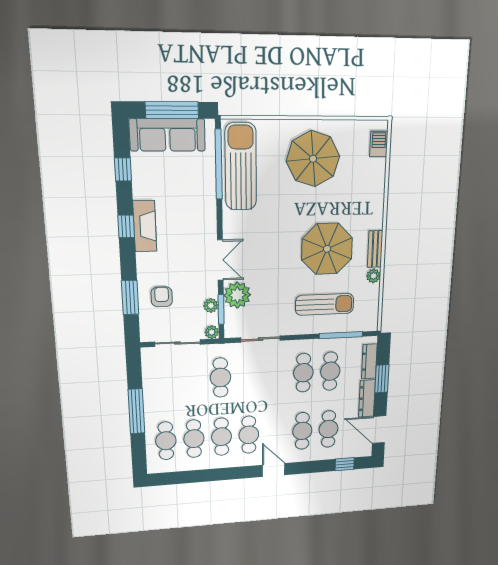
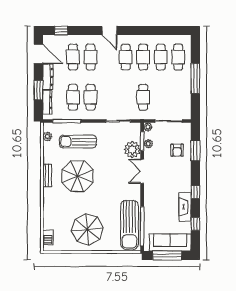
fireplace: (145, 226) -> (185, 207), moved
plant: (374, 276) -> (47, 137), moved

